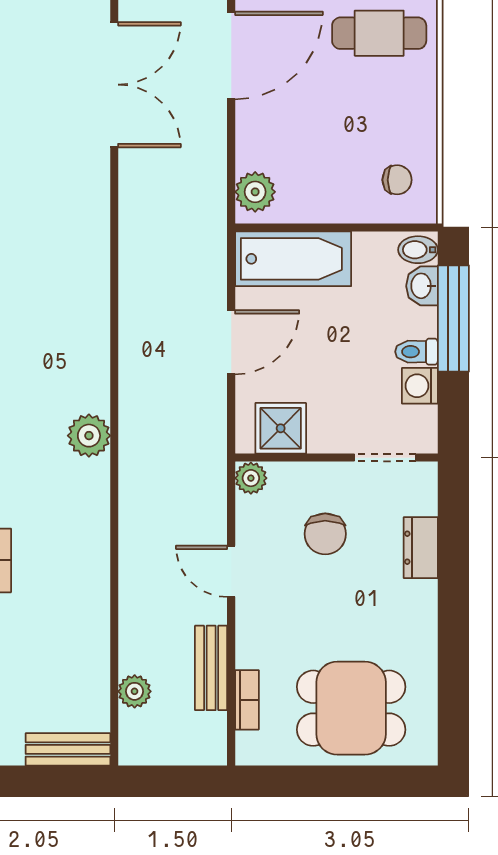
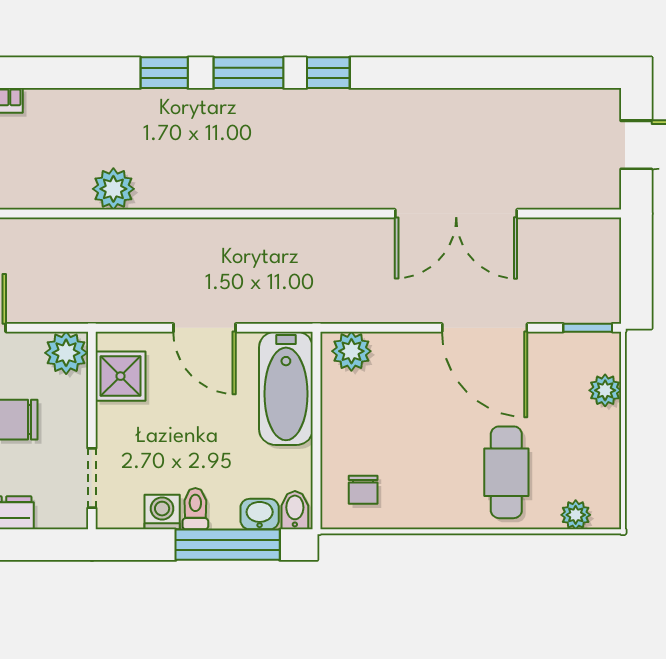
plant: (251, 478) -> (66, 353), width x1.38, depth x1.38

